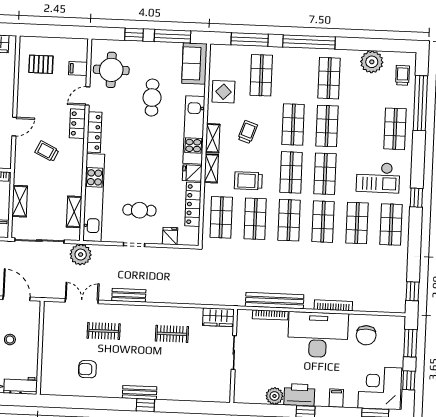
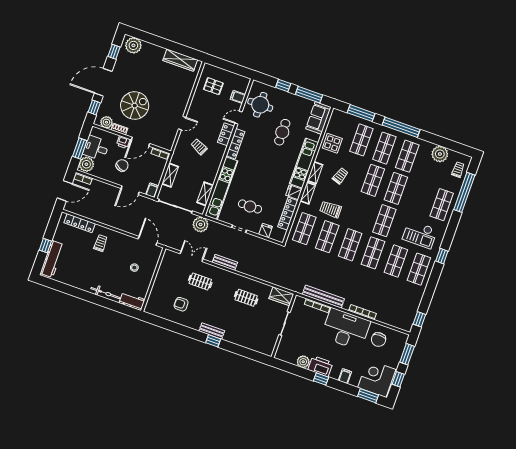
shop shelf: (291, 172) -> (384, 148), moved

